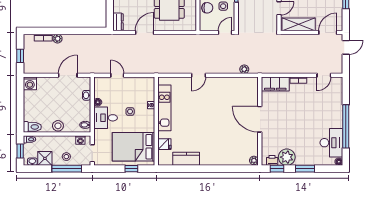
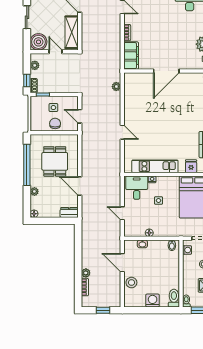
door: (225, 32) -> (80, 116), moved
door: (117, 75) -> (122, 213), hinge flipped
washing machine: (30, 83) -> (153, 300), moved, turned -90
desk: (106, 118) -> (137, 188), moved, turned 180
stool: (58, 126) -> (131, 283), moved

